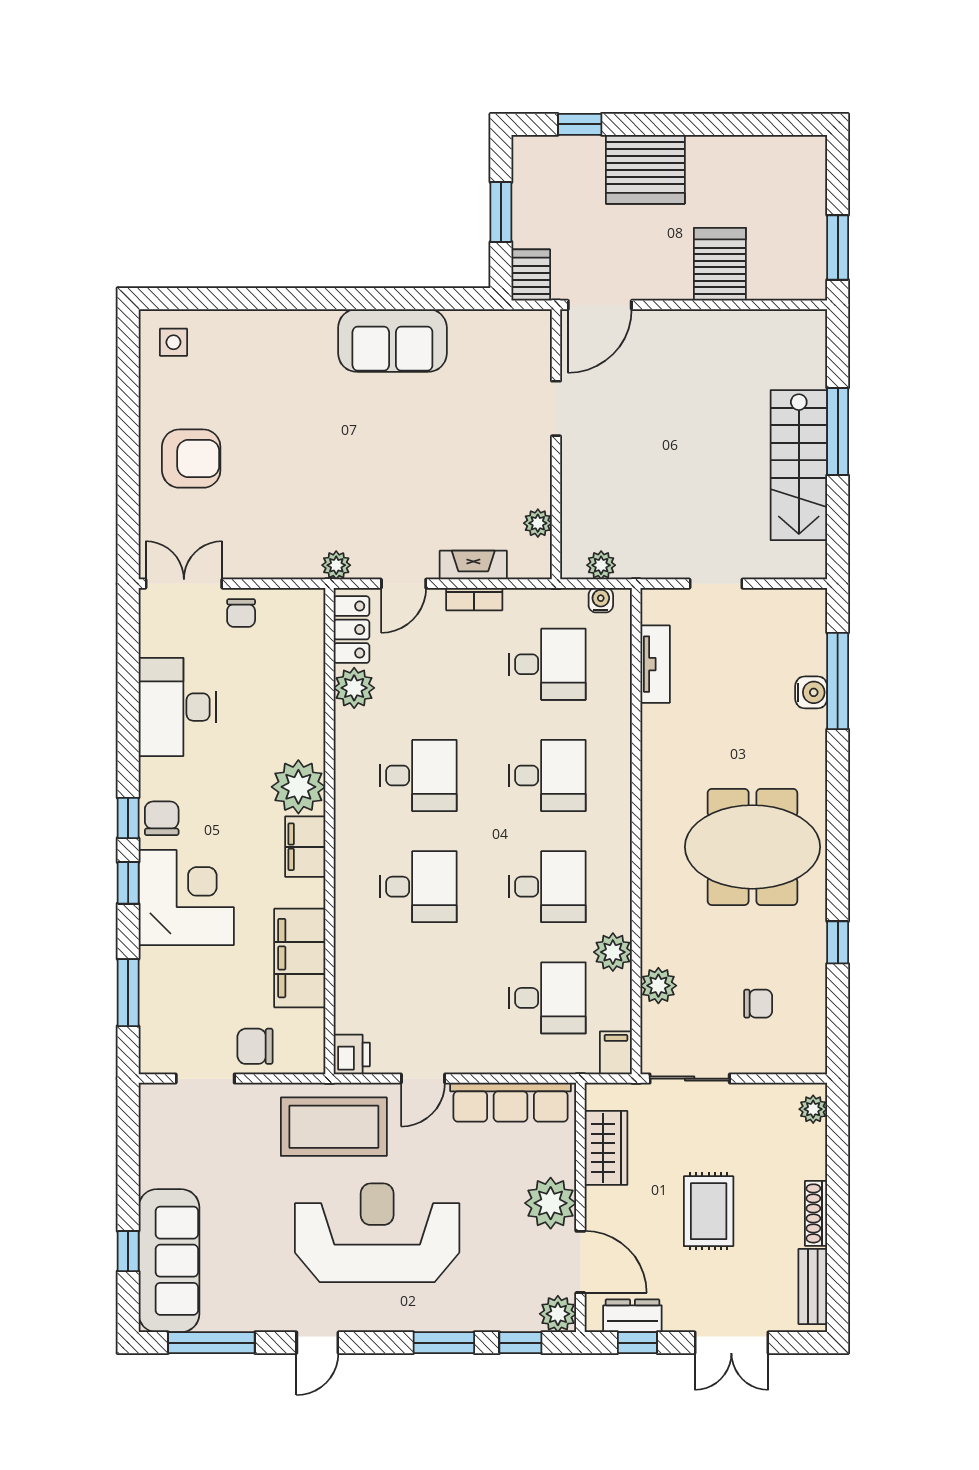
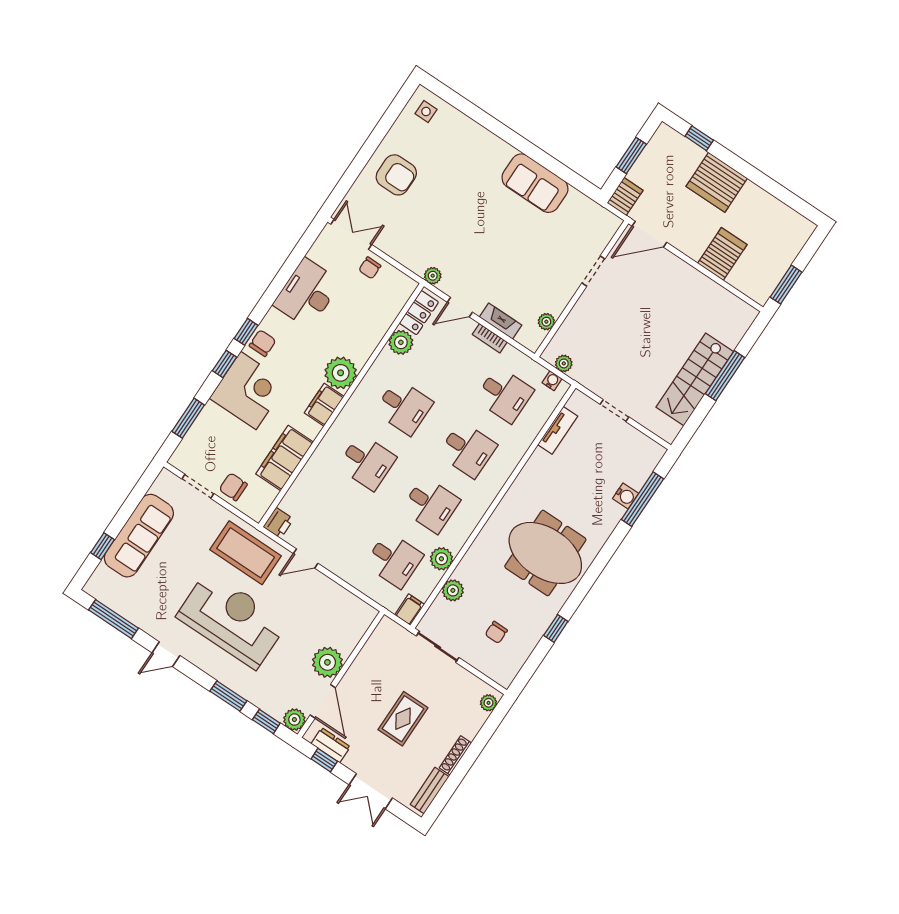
chair: (758, 1004) -> (496, 632), turned 90
row of seats: (511, 1102) -> (341, 599), removed
wardrobe: (606, 1148) -> (373, 653), removed
sofa: (169, 1261) -> (139, 536), moved

